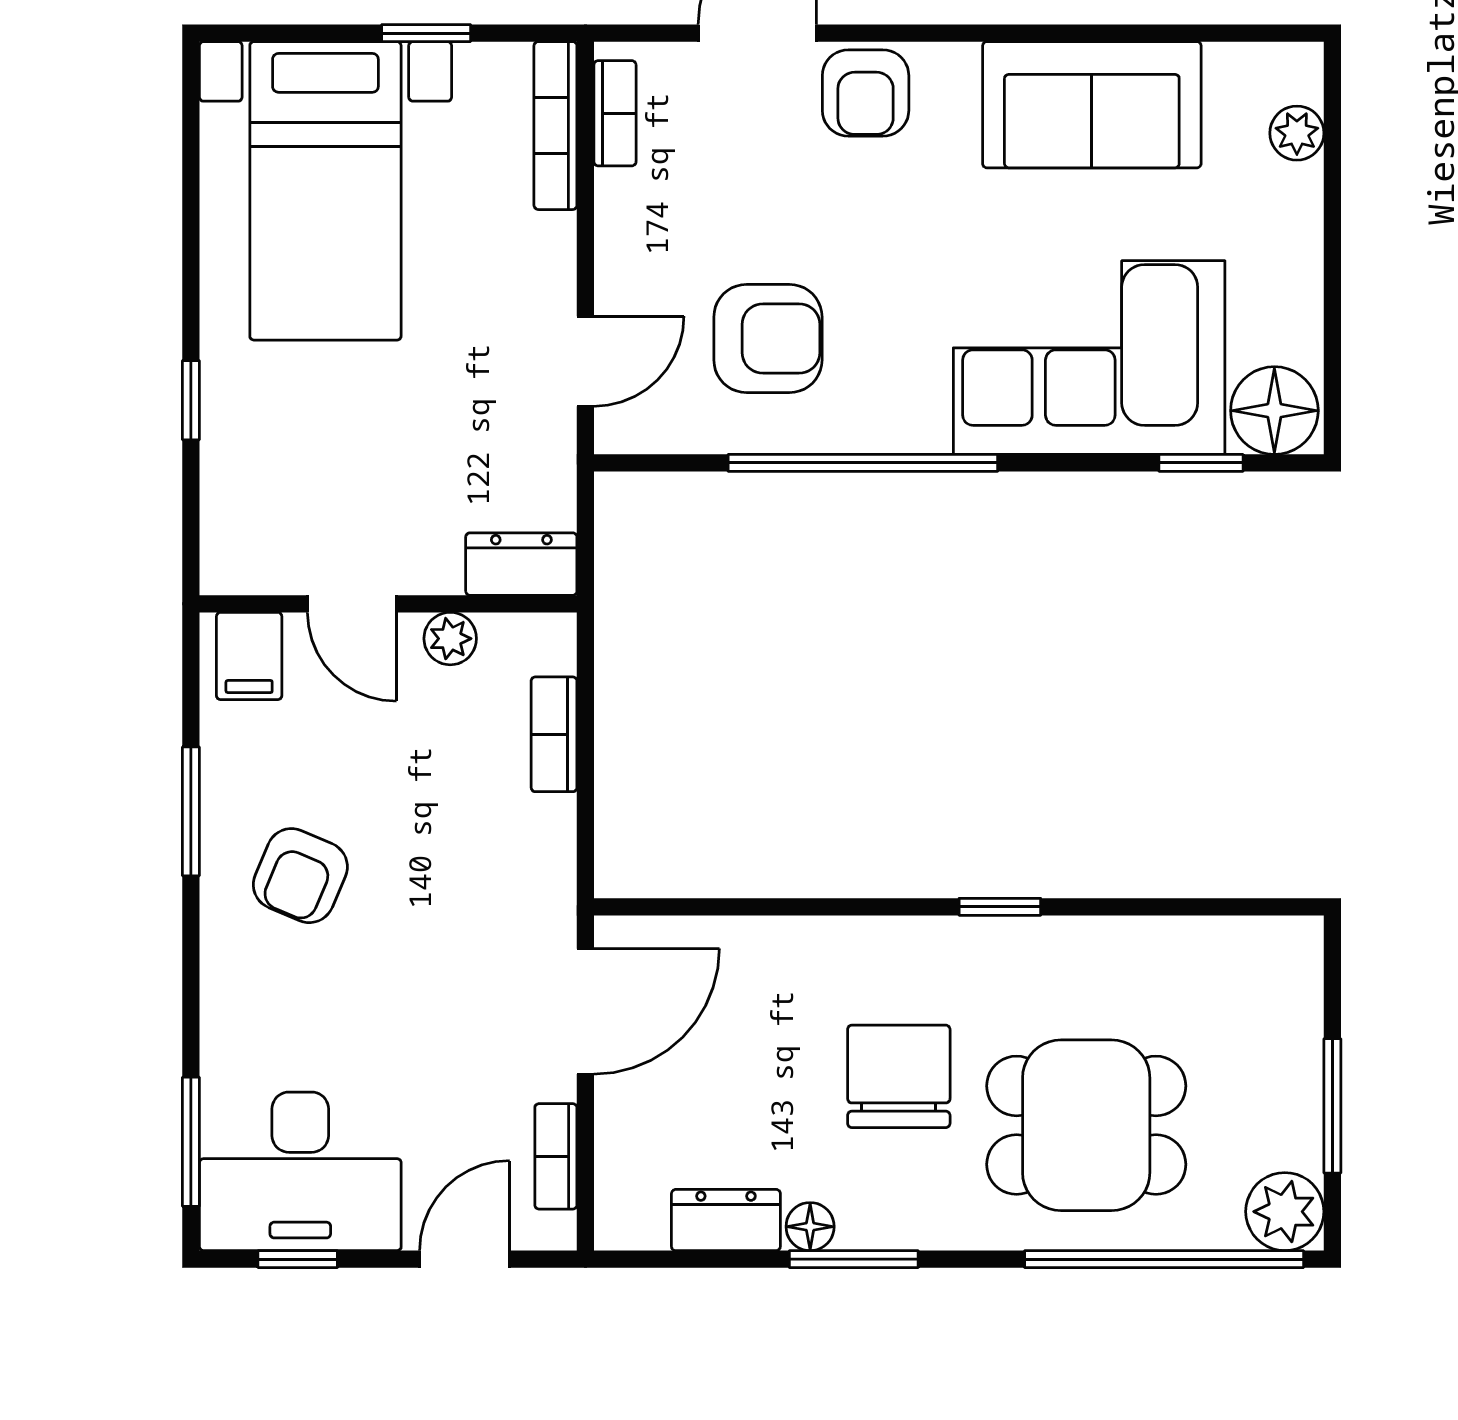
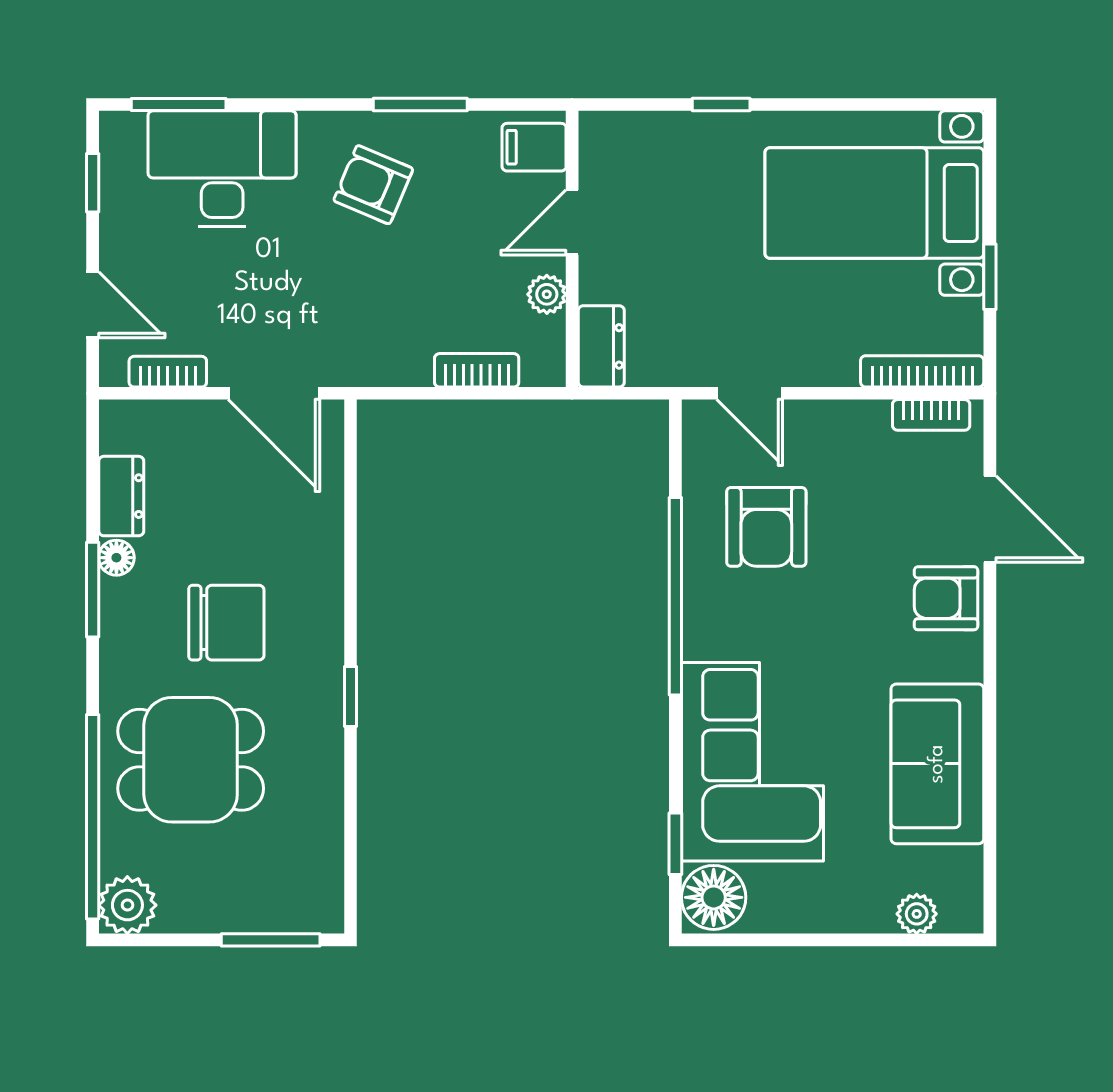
window: (1332, 1106) -> (271, 940), moved
dining table: (1086, 1125) -> (191, 760), turned 90
desk: (300, 1171) -> (222, 169), moved, turned 90

